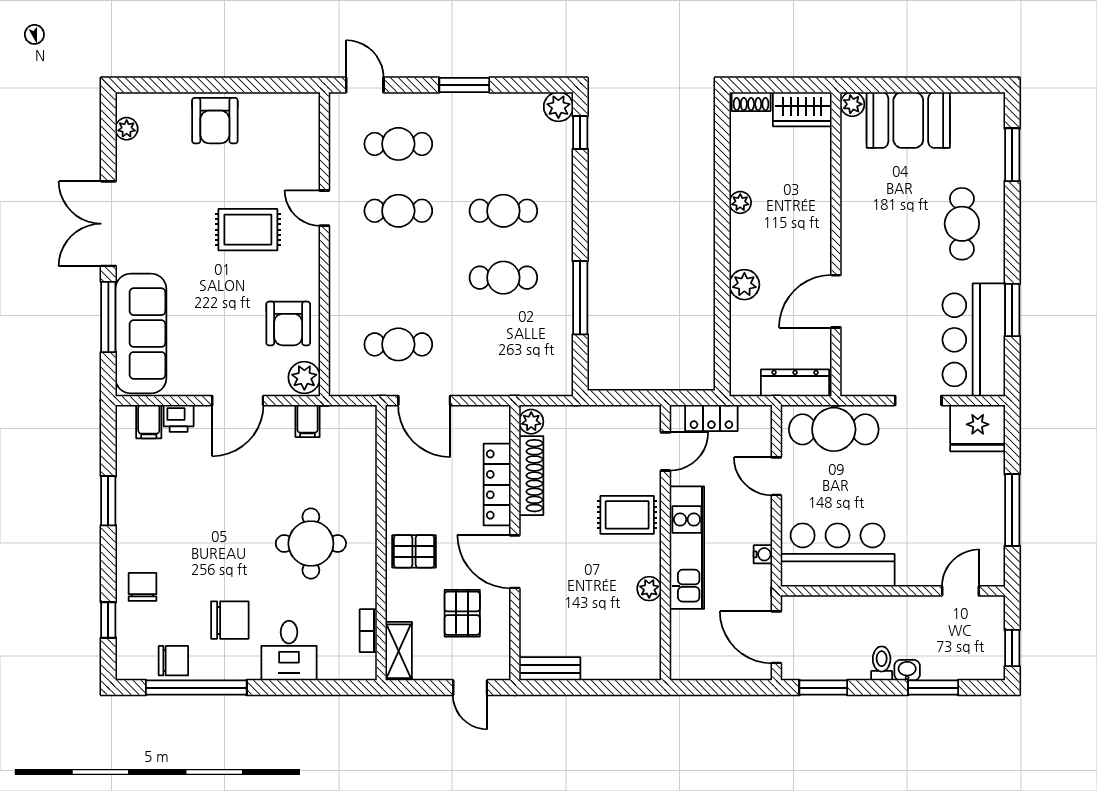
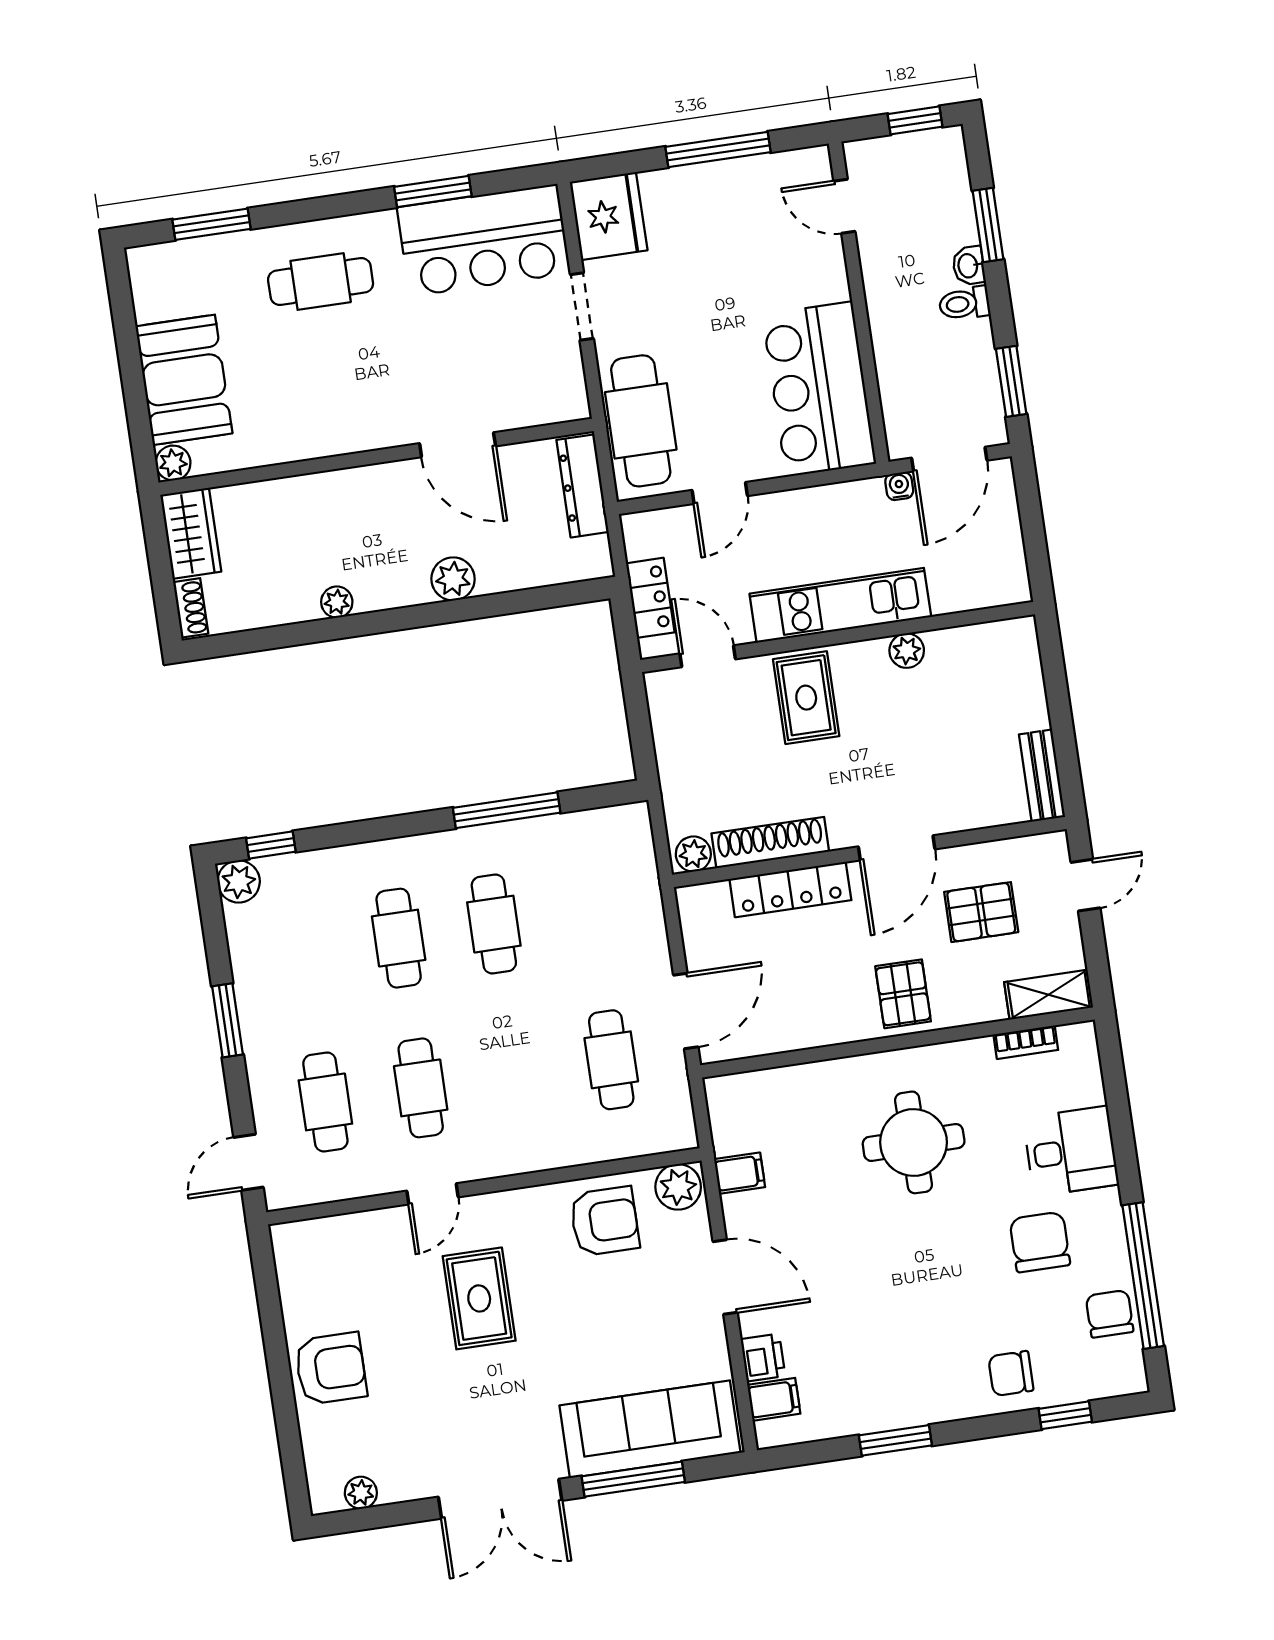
water cooler: (763, 554) -> (899, 486), moved

